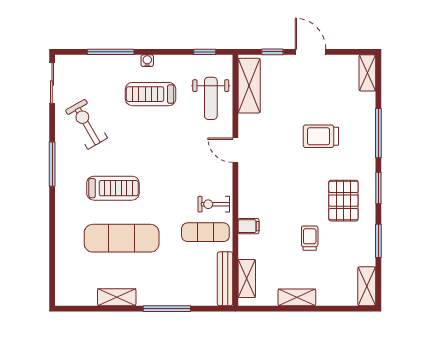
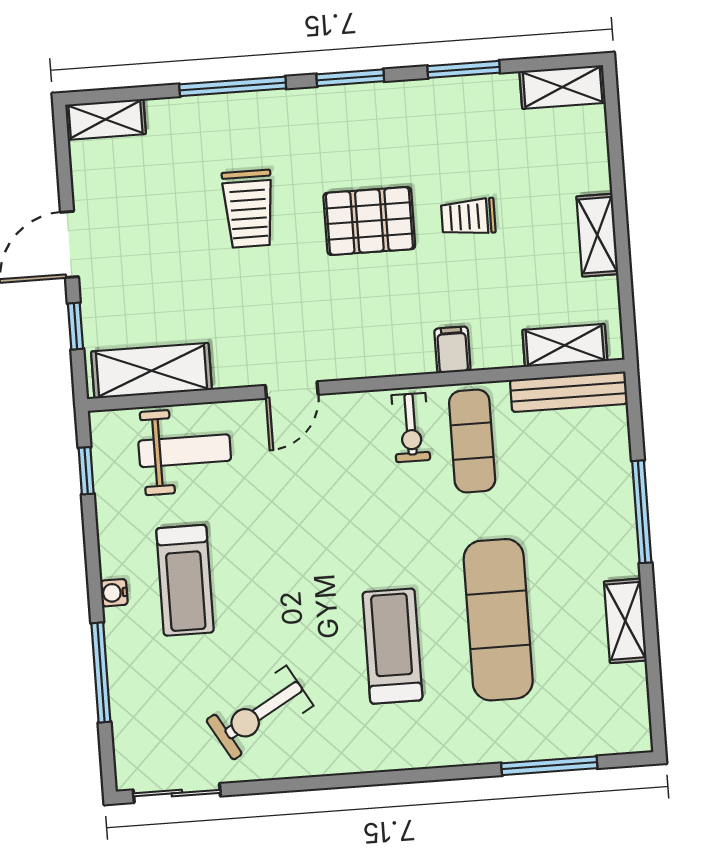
window: (52, 164) -> (549, 766), moved
pallet: (343, 201) -> (369, 221), moved

